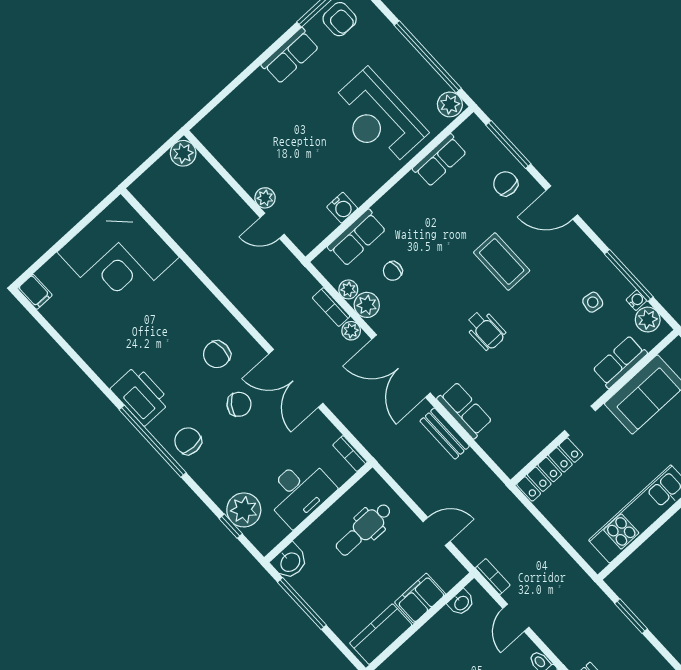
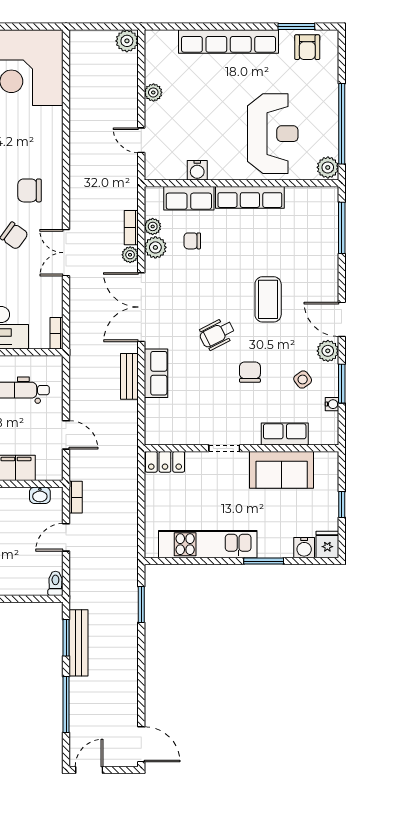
row of seats: (290, 56) -> (229, 41), width x2.02
reception desk: (378, 118) -> (273, 134), turned 180
row of seats: (440, 160) -> (250, 197), moved, width x1.48
chair: (506, 184) -> (250, 372), moved
plant: (265, 198) -> (153, 92), moved
door: (562, 203) -> (342, 319), moved
window: (629, 275) -> (342, 384), width x0.69
side table: (593, 302) -> (303, 380), turned 45
plant: (648, 320) -> (328, 351), moved
wheelchair: (486, 330) -> (217, 334), turned 63
double door: (296, 378) -> (66, 253), width x0.73
locker: (550, 469) -> (165, 462), width x0.66

